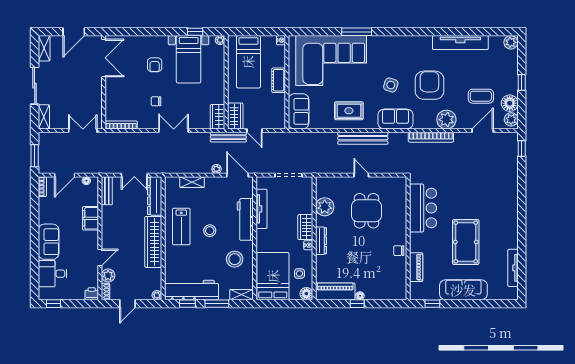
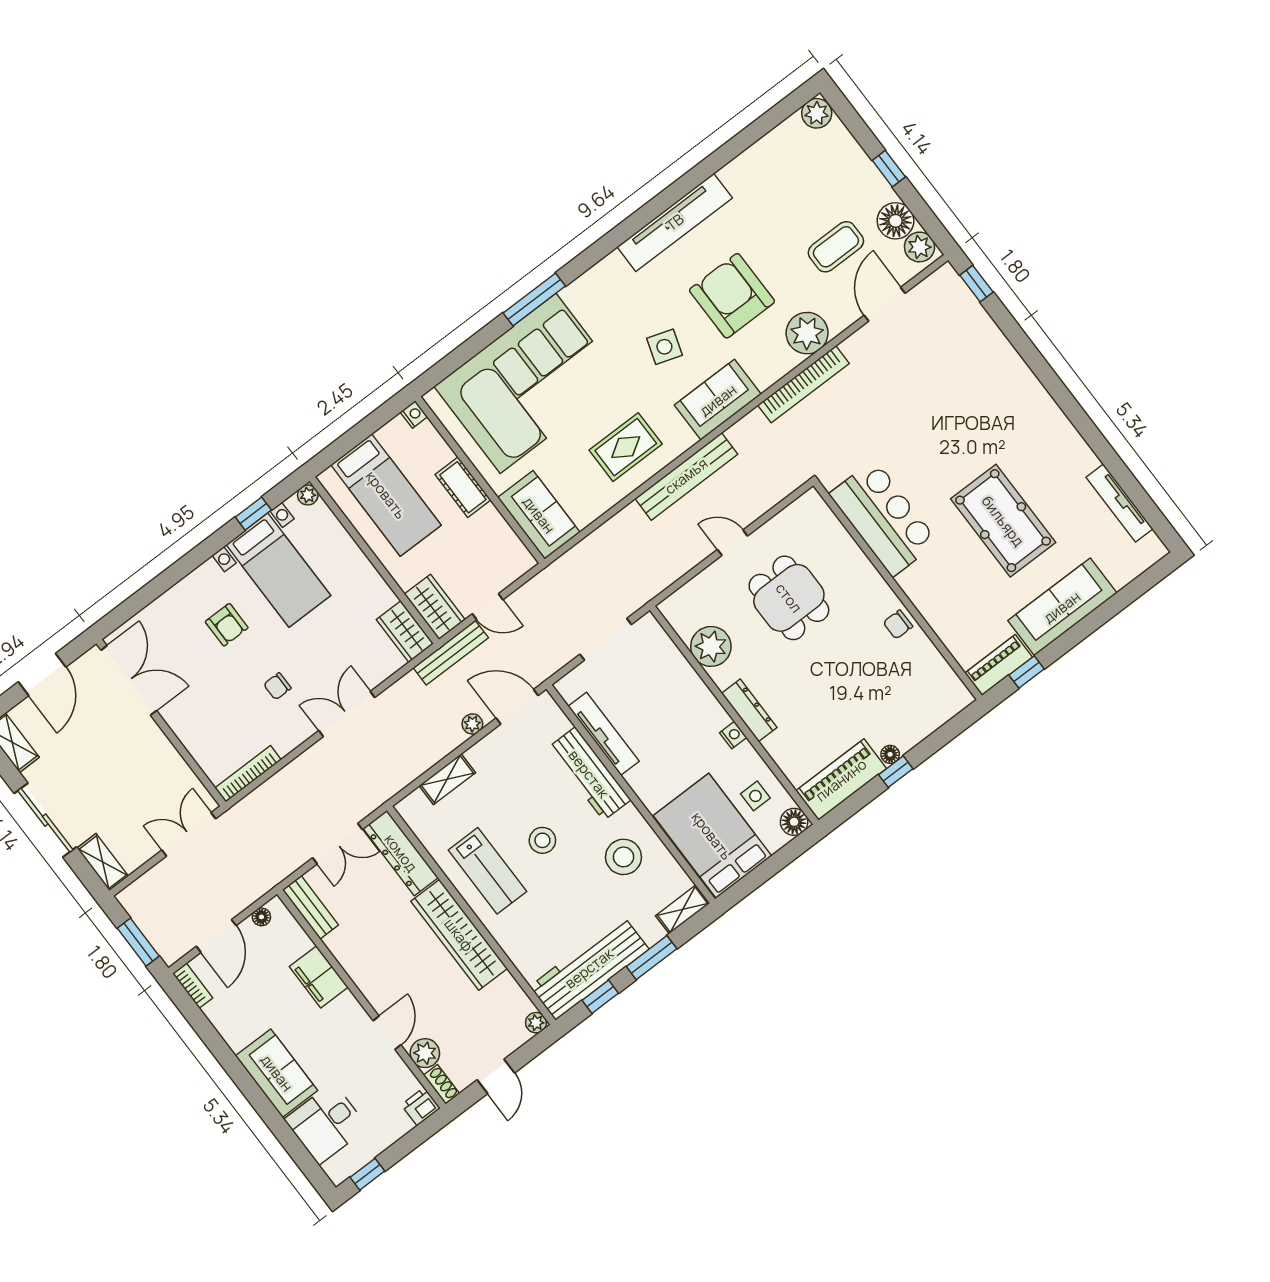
tv unit: (460, 43) -> (675, 222), moved
wardrobe: (305, 227) -> (704, 707), removed
piano: (416, 267) -> (999, 665), moved, turned -90

